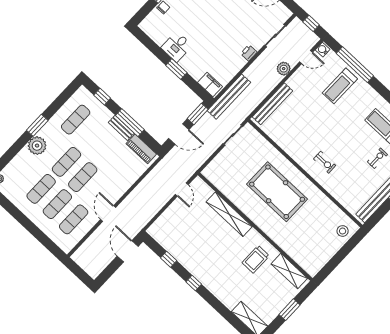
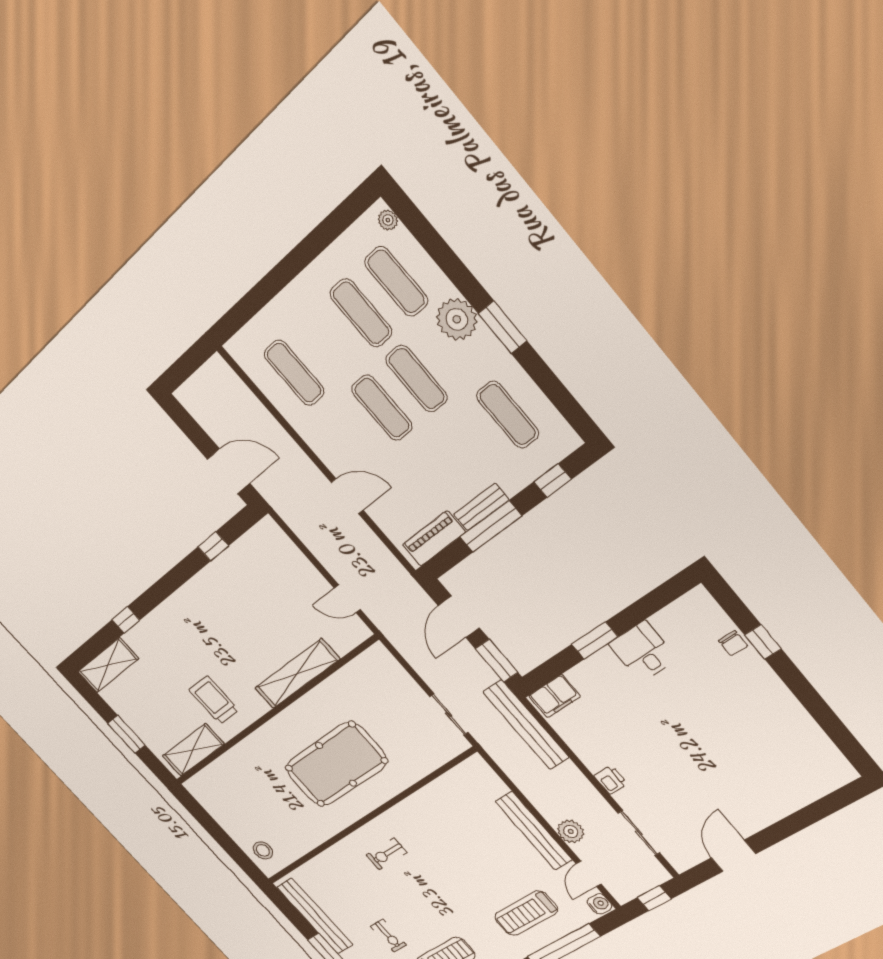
treadmill: (340, 86) -> (526, 913), turned -90
bench: (273, 104) -> (534, 831), moved
exercise mat: (57, 204) -> (396, 281), moved
door: (108, 213) -> (347, 496), moved
window: (194, 283) -> (126, 620), moved

